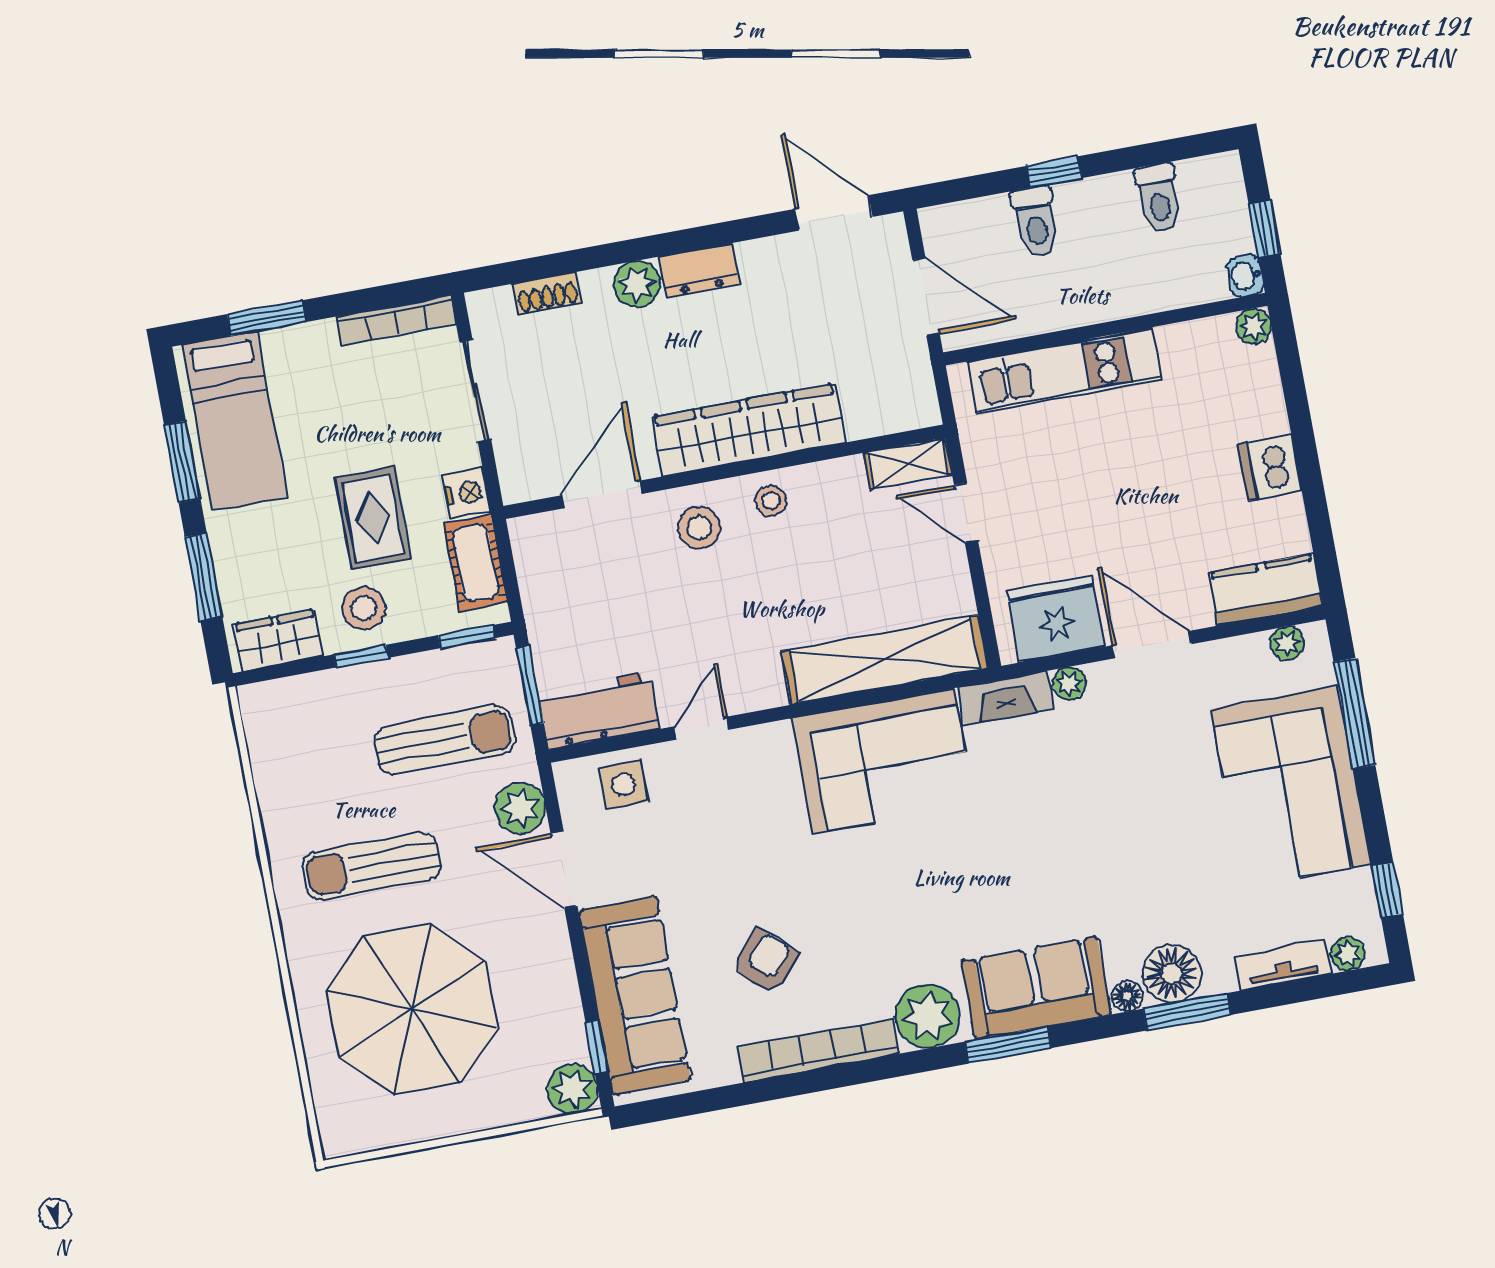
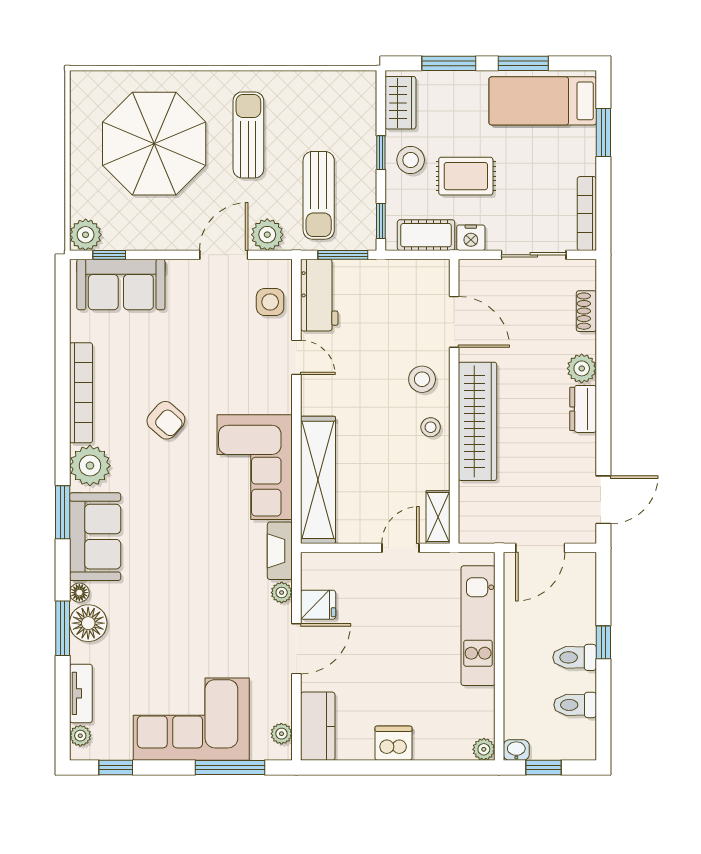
toilet: (1036, 221) -> (575, 657), moved
fridge: (1056, 618) -> (318, 605), width x0.53, depth x0.75
armchair: (766, 961) -> (166, 420), moved
sofa: (635, 996) -> (121, 285), width x0.73

